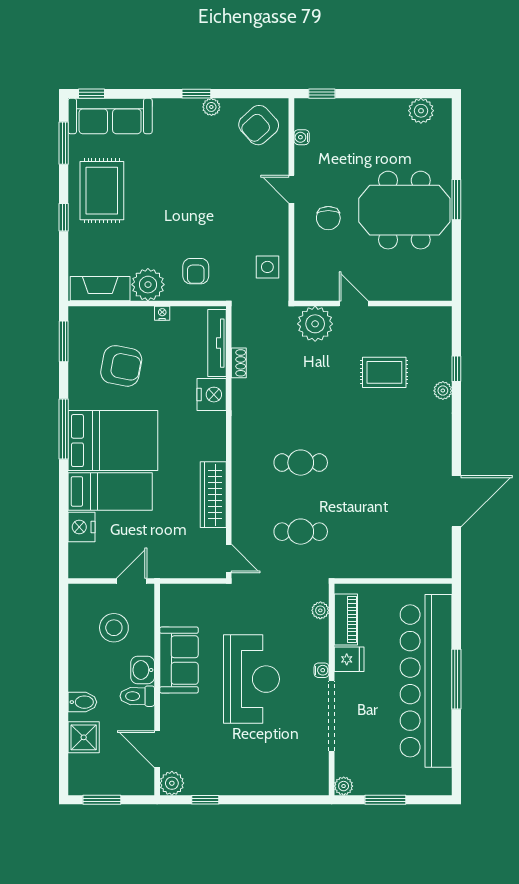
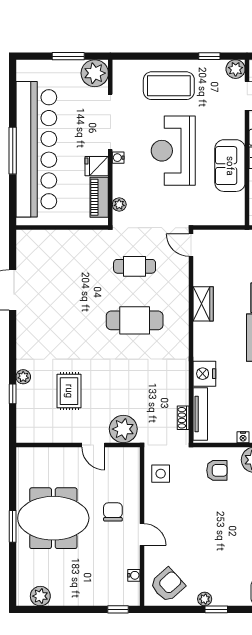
armchair: (196, 271) -> (217, 470), turned 90
shoe rack: (239, 363) -> (183, 418), moved
rug: (384, 372) -> (69, 391), turned 90
cafe table: (301, 463) -> (135, 320), width x1.37, depth x1.35
wardrobe: (213, 495) -> (203, 304), width x0.67
coffee table: (257, 762) -> (169, 86), added
plant: (344, 786) -> (95, 73), width x1.87, depth x1.87

